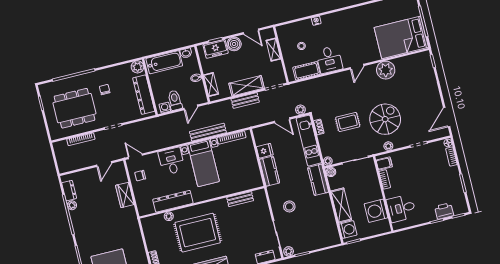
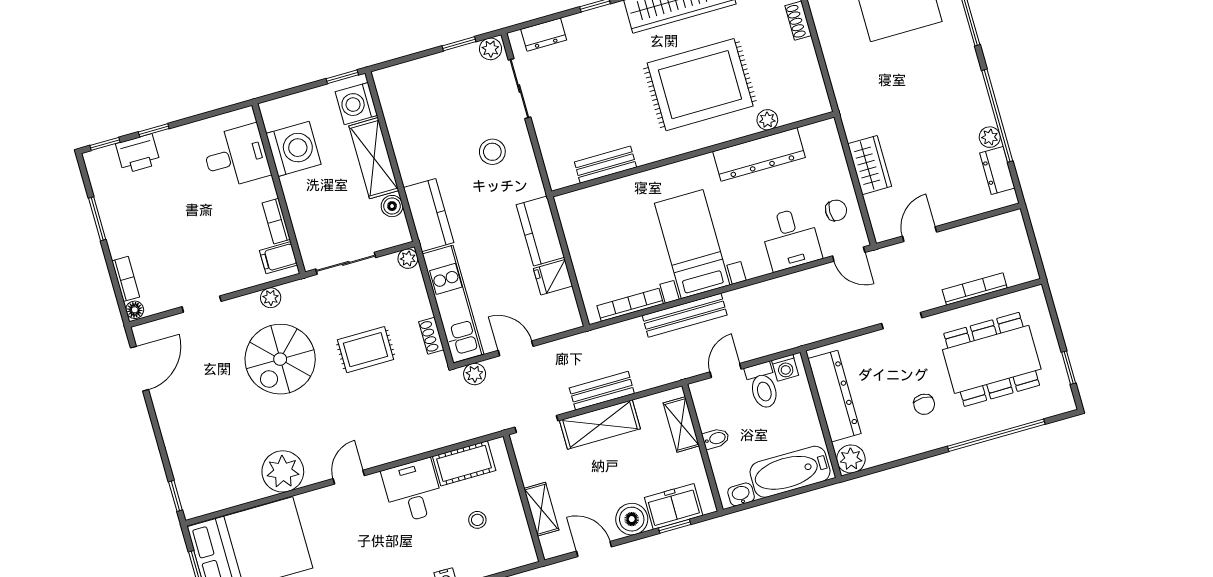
desk: (172, 161) -> (791, 239), moved
boiler: (331, 172) -> (392, 206), moved

